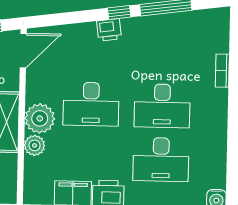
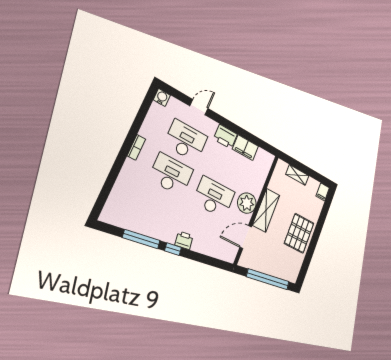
door: (23, 51) -> (246, 237), moved
bookcase: (222, 71) -> (136, 147), moved
plant: (35, 145) -> (256, 188), removed

